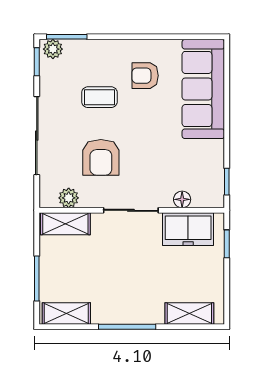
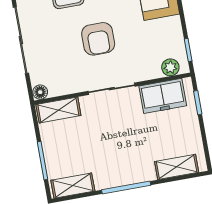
armchair: (101, 157) -> (98, 39), moved
plant: (69, 198) -> (170, 67), moved
floor lamp: (182, 199) -> (40, 92), moved

